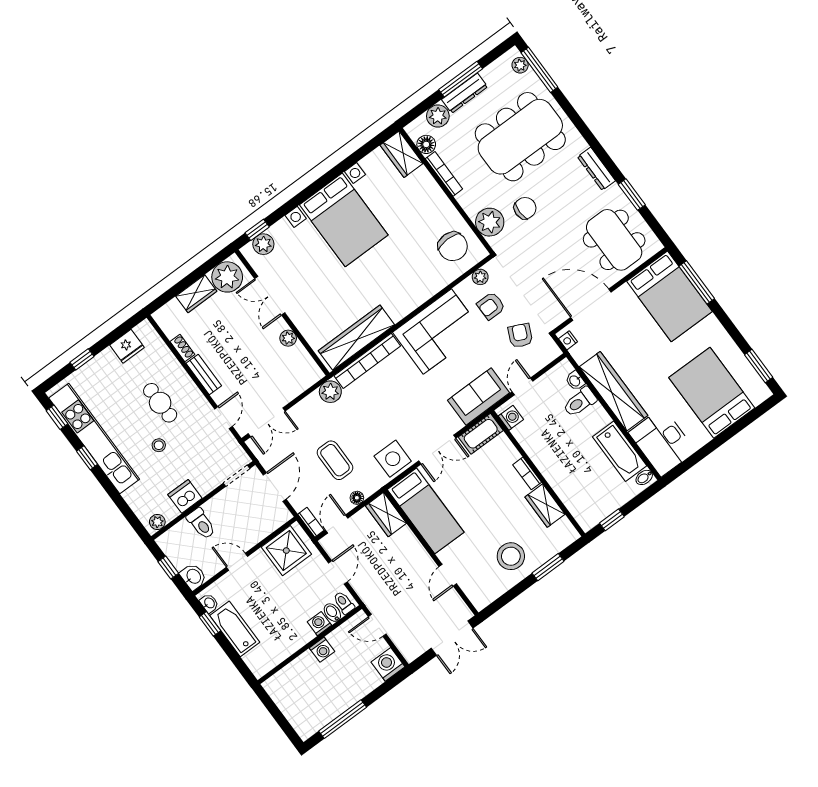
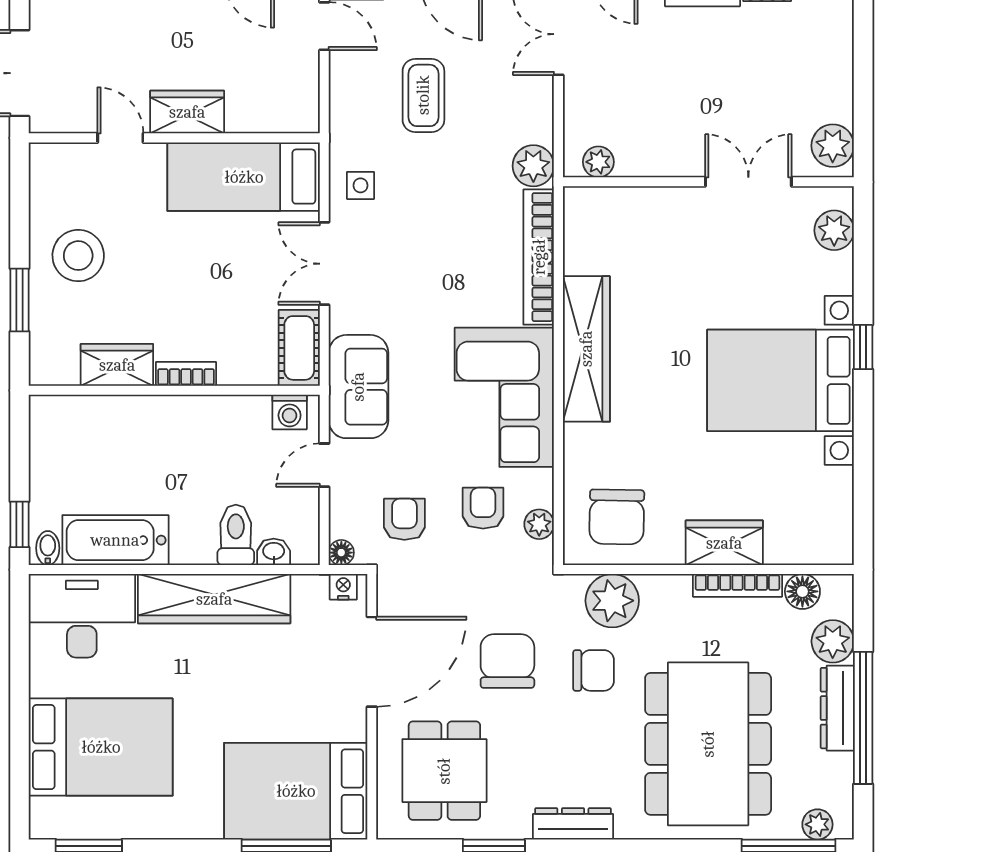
window: (461, 79) -> (863, 718), width x1.46
wardrobe: (402, 154) -> (724, 543), moved
chair: (525, 208) -> (594, 670), turned -90
window: (257, 230) -> (863, 347), moved
dining table: (614, 240) -> (444, 771), width x0.73
chair: (453, 246) -> (617, 517), turned -89
chair: (548, 248) -> (507, 661), added
plant: (227, 277) -> (833, 146), width x0.73, depth x0.73
wardrobe: (196, 294) -> (834, 72), removed
armchair: (520, 336) -> (404, 519), turned -115
plant: (288, 338) -> (598, 162), moved
wardrobe: (356, 338) -> (586, 349), moved
door: (522, 386) -> (324, 465), swing flipped
side table: (393, 459) -> (360, 185), width x0.54, depth x0.54
coffee table: (335, 460) -> (423, 95), turned 90
floor lamp: (357, 498) -> (341, 553), moved
wardrobe: (386, 514) -> (187, 112), moved
window: (612, 520) -> (19, 524), moved

